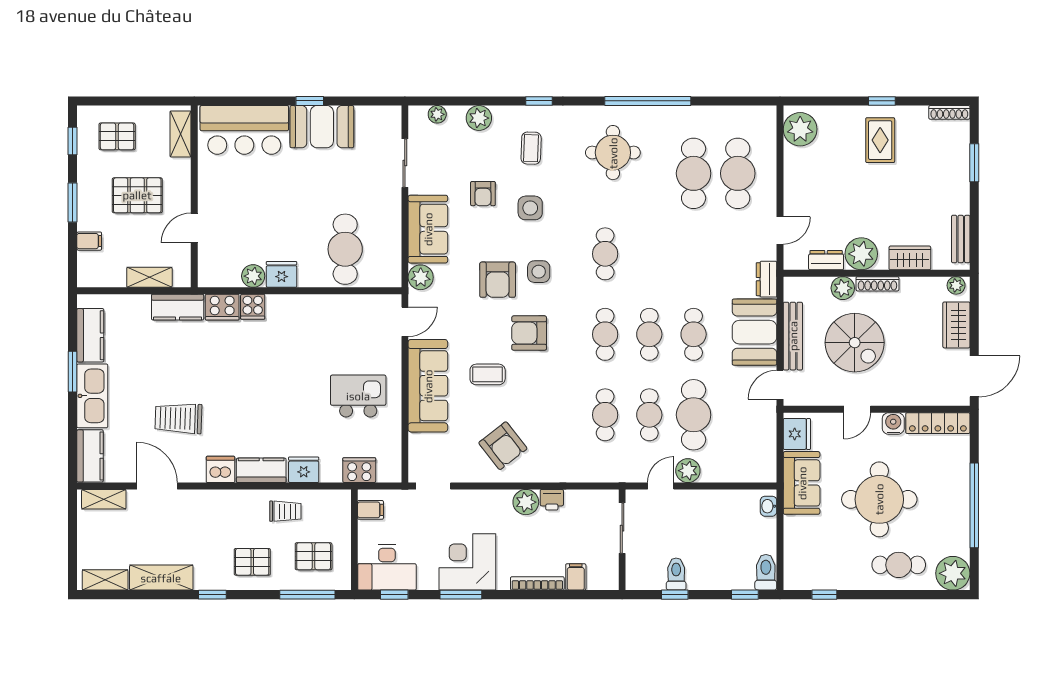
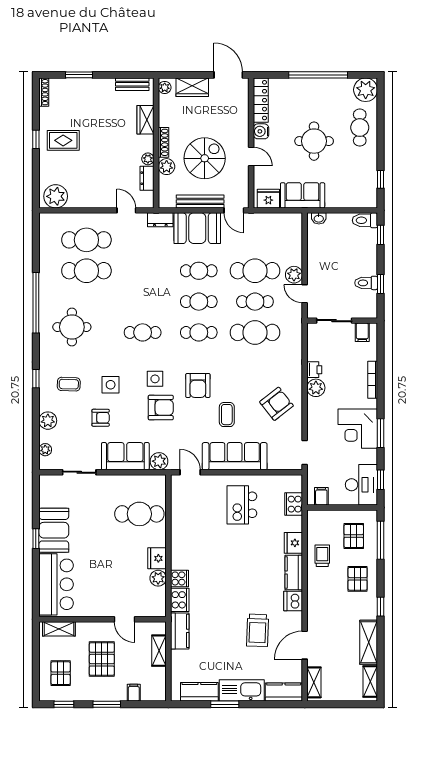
plant: (861, 254) -> (148, 159), width x0.53, depth x0.53
cafe table: (605, 415) -> (255, 332), width x1.37, depth x1.35
round table: (879, 499) -> (314, 141), width x0.73, depth x0.73
filing cabinet: (576, 577) -> (362, 332), moved, turned -90

